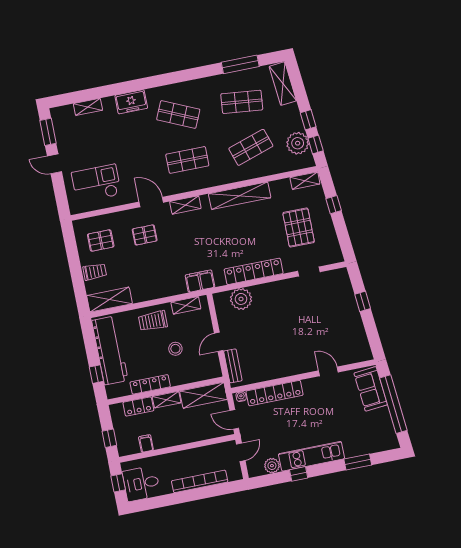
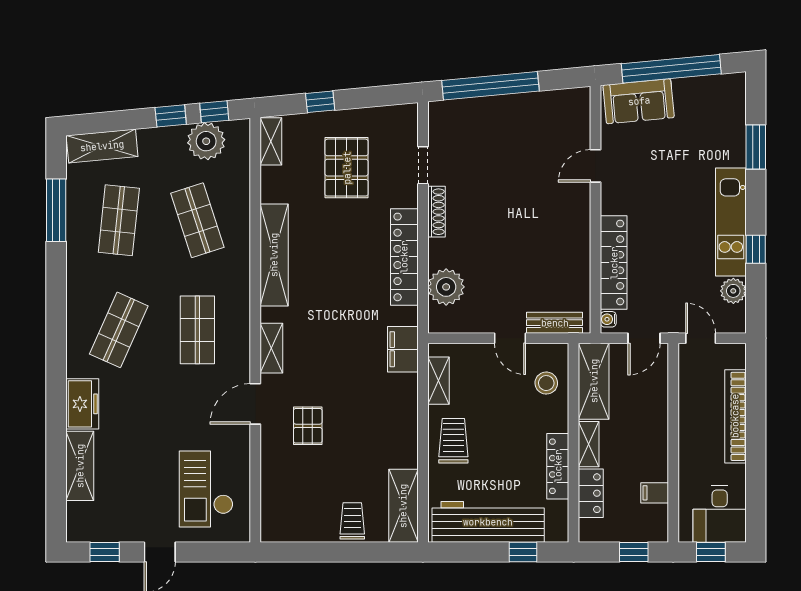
shelving: (88, 107) -> (80, 466), width x1.50, depth x1.33
window: (48, 132) -> (105, 552), width x0.67
pallet: (299, 228) -> (347, 168), turned 90
pallet: (101, 241) -> (302, 501), removed
shoe rack: (283, 285) -> (436, 212), added
window: (363, 301) -> (490, 86), width x3.17
trolley: (153, 321) -> (453, 441), turned 180
stool: (175, 349) -> (546, 383), moved

